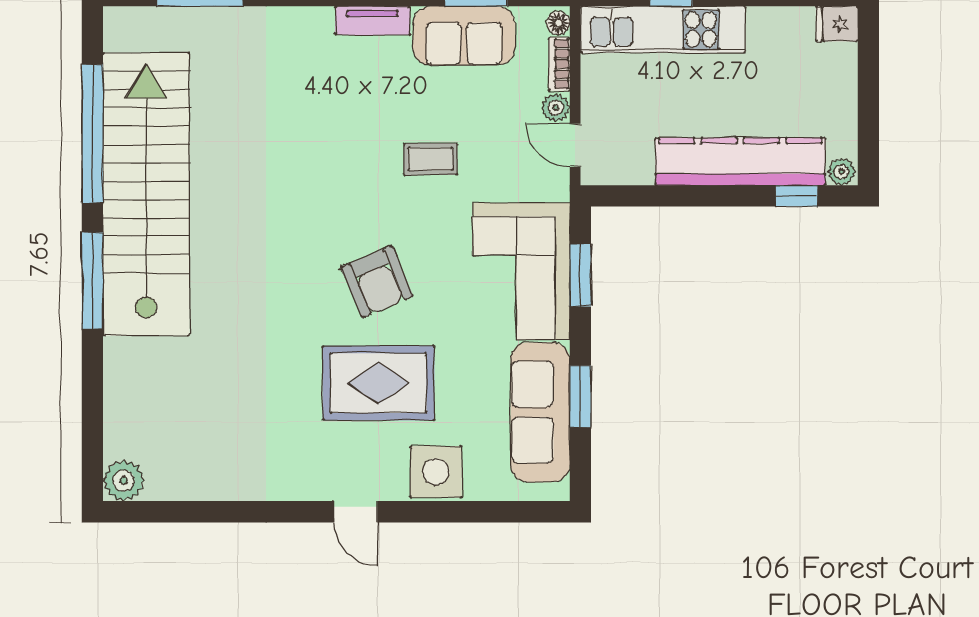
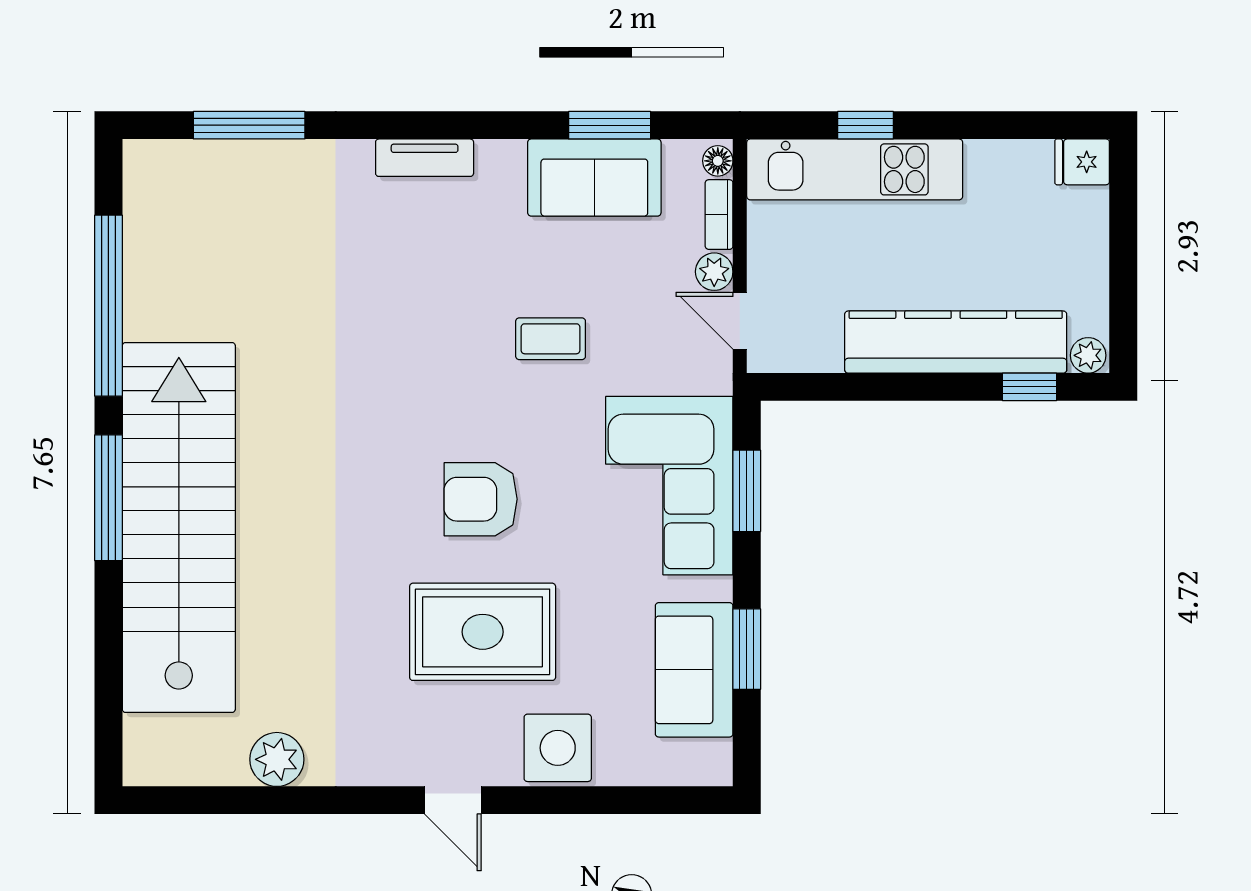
tv unit: (373, 21) -> (425, 158), moved
stairs: (146, 194) -> (179, 527), moved
armchair: (377, 282) -> (481, 499), turned 113
sofa: (540, 412) -> (694, 670), width x0.73
plant: (124, 481) -> (277, 759), moved

